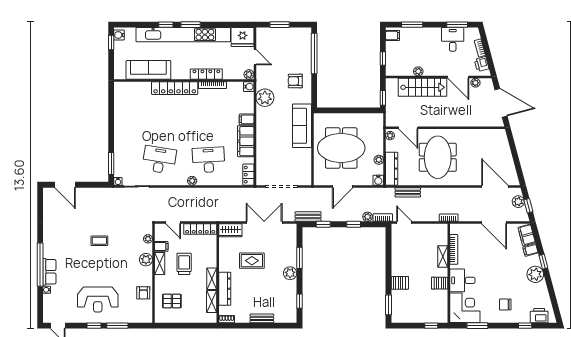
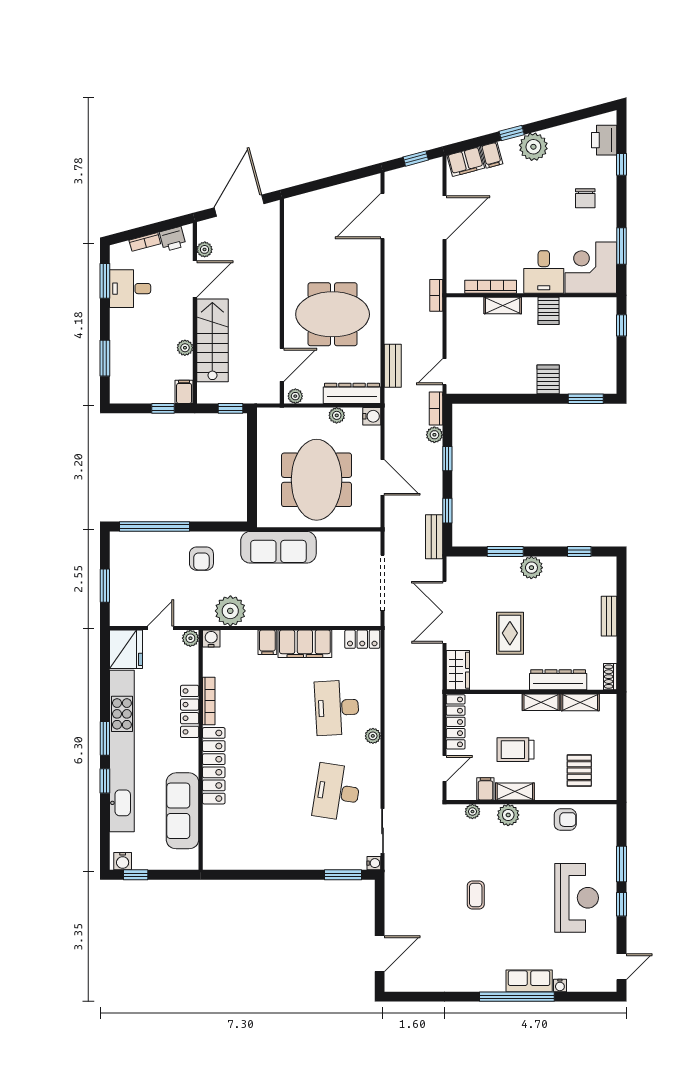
filing cabinet: (393, 36) -> (184, 392), moved
plant: (518, 202) -> (409, 176), removed

